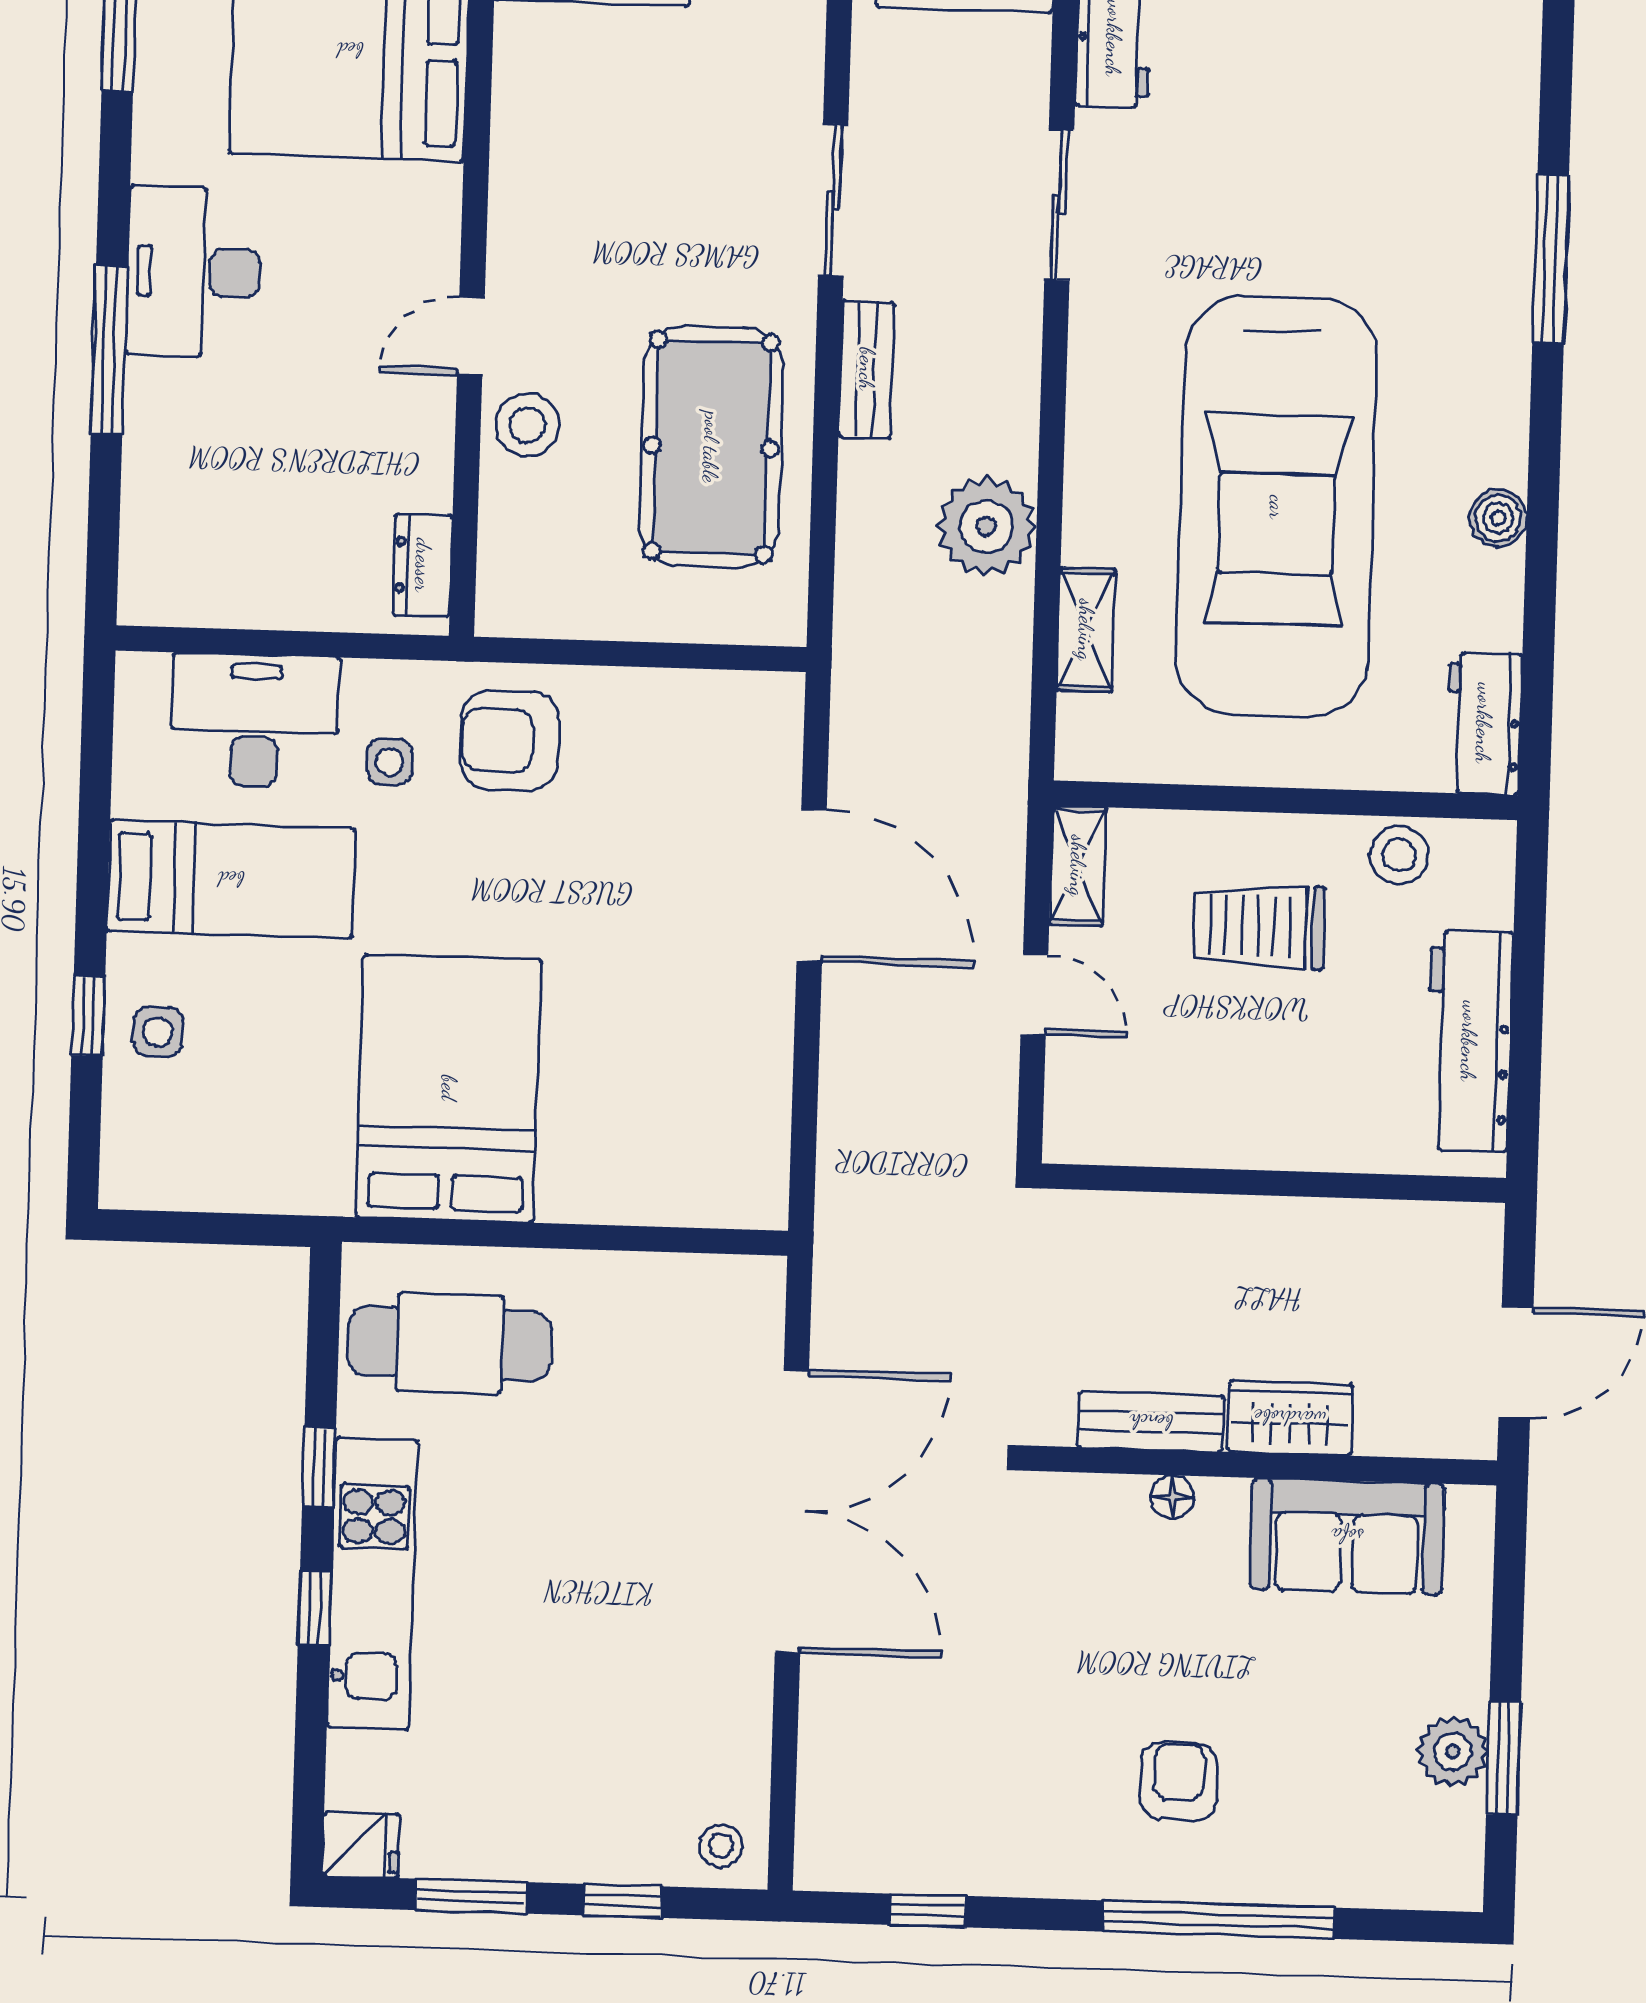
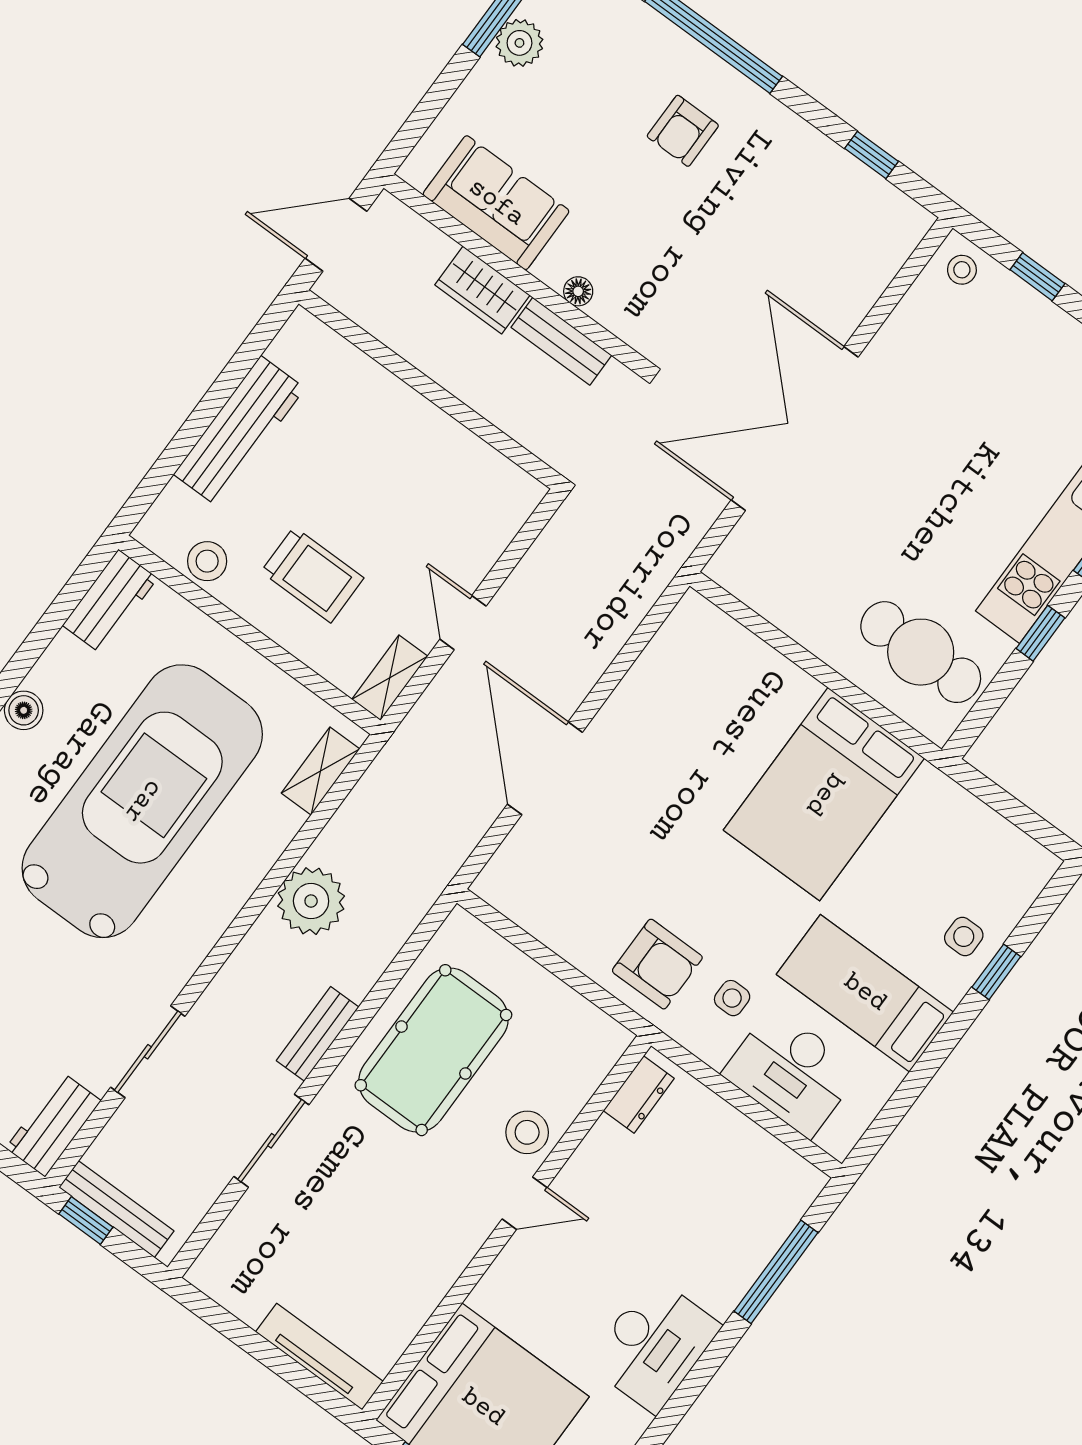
window: (109, 350) -> (776, 1272), moved
shelving: (1086, 630) -> (321, 771), moved
wall: (1273, 1183) -> (430, 389), moved

